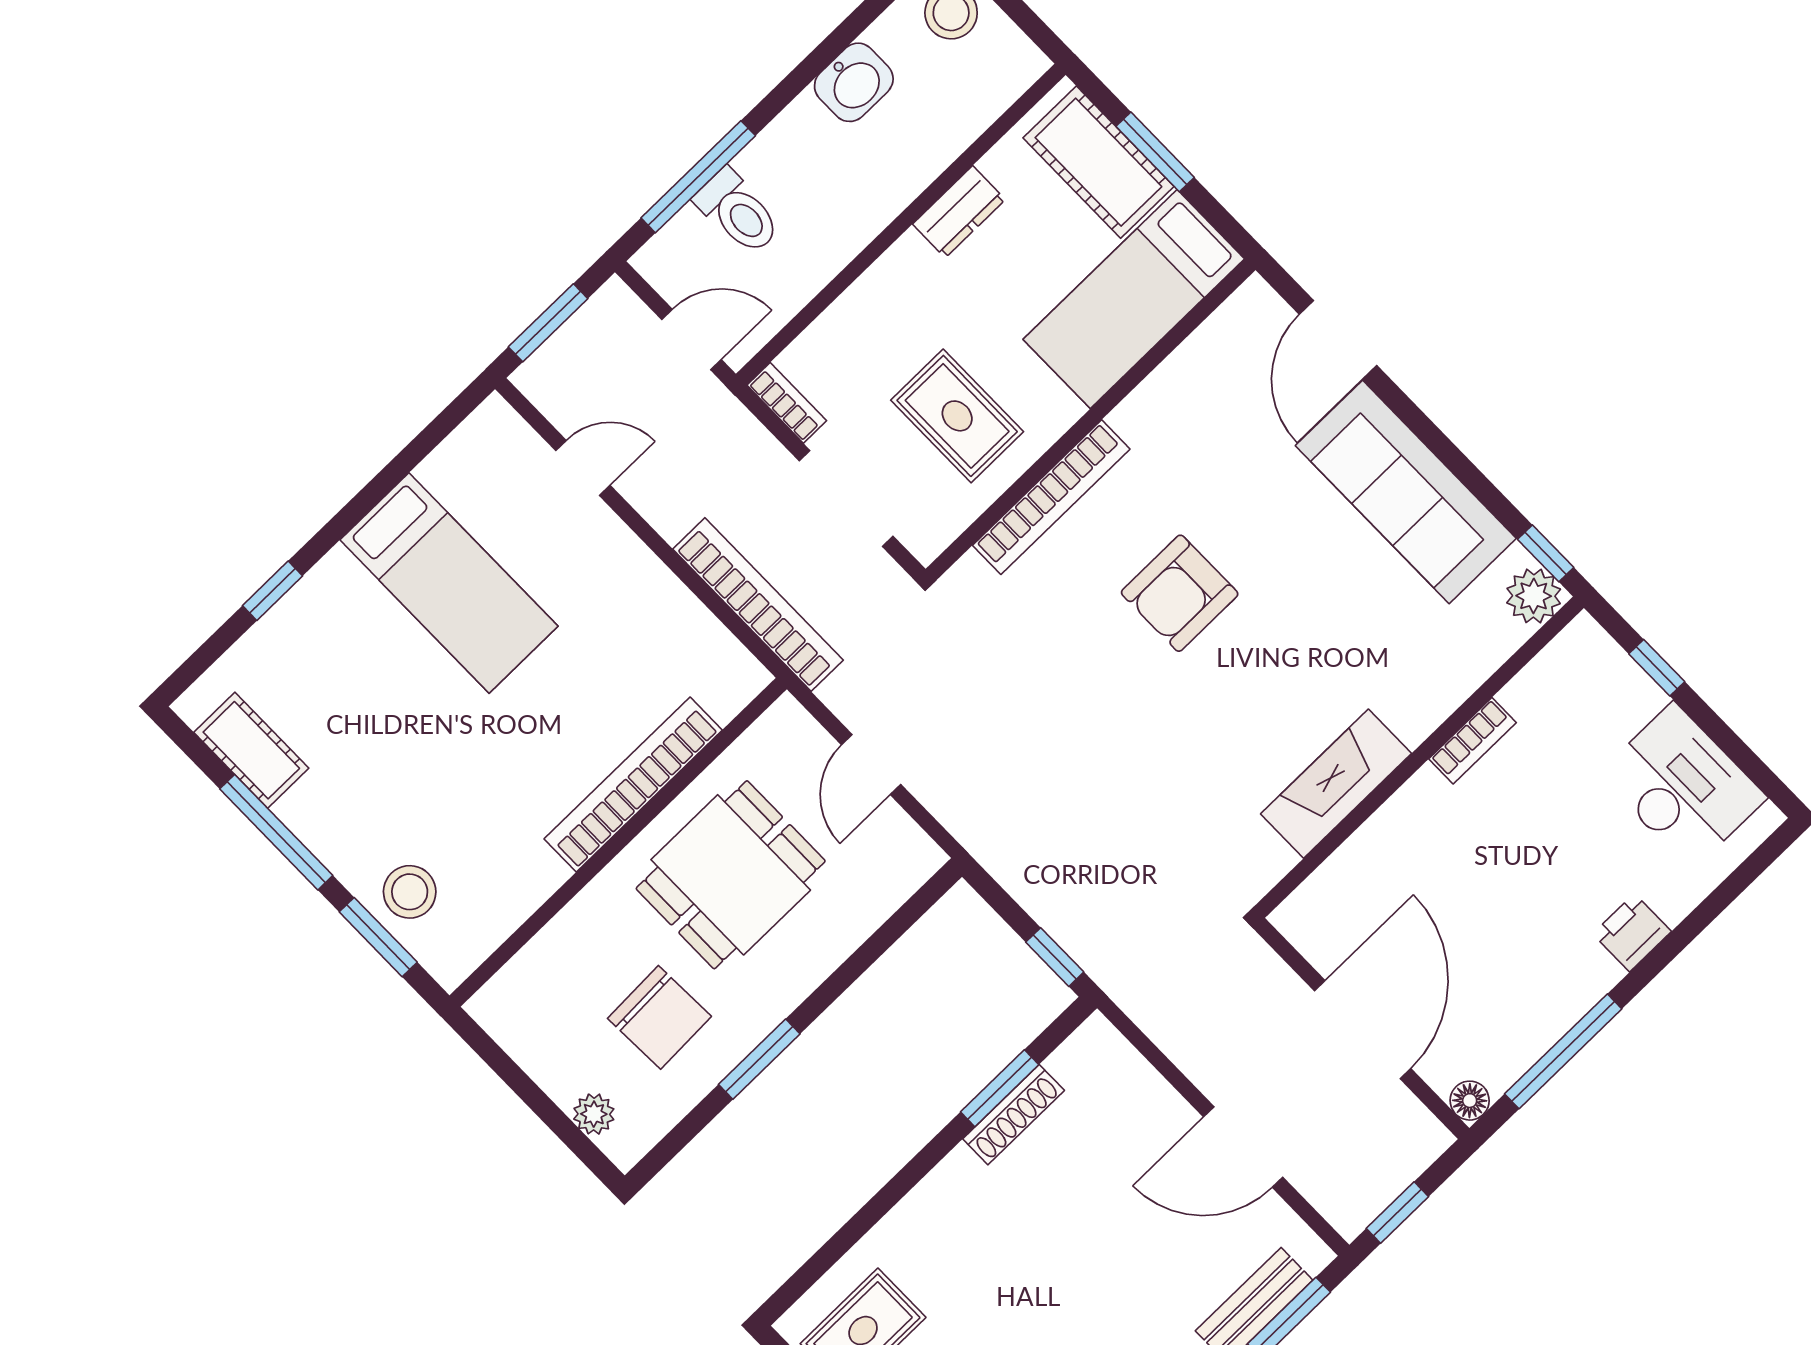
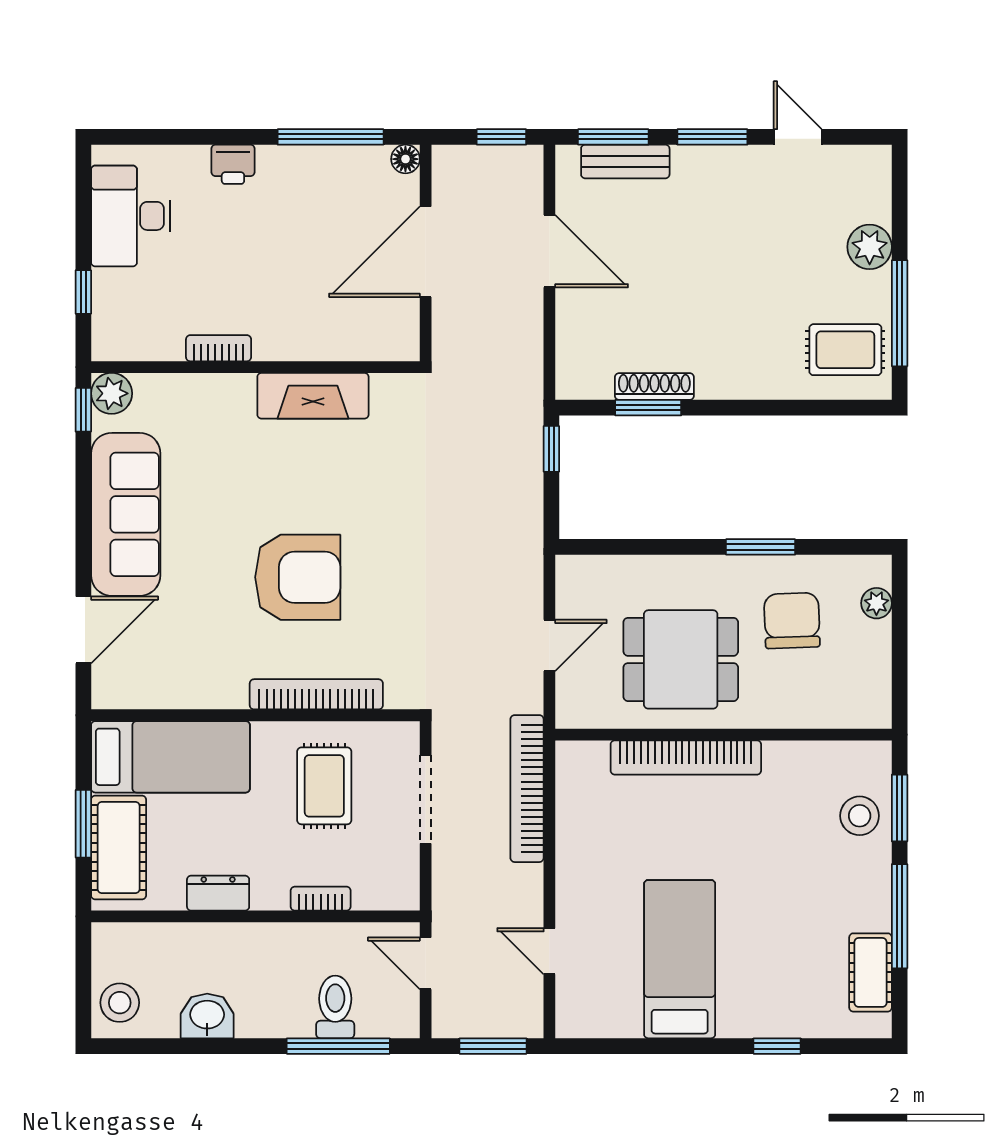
bookcase: (787, 403) -> (321, 899), moved, turned 90
armchair: (1180, 593) -> (298, 577), width x1.36, depth x1.36

